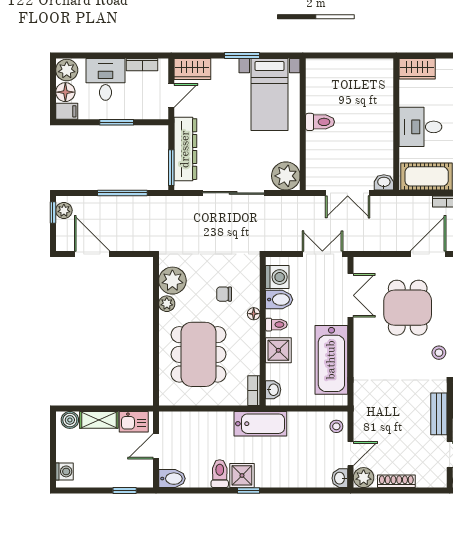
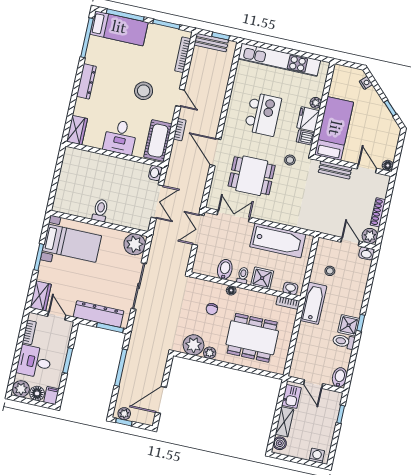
washing machine: (277, 277) -> (208, 267), removed
stool: (336, 426) -> (330, 271), moved

